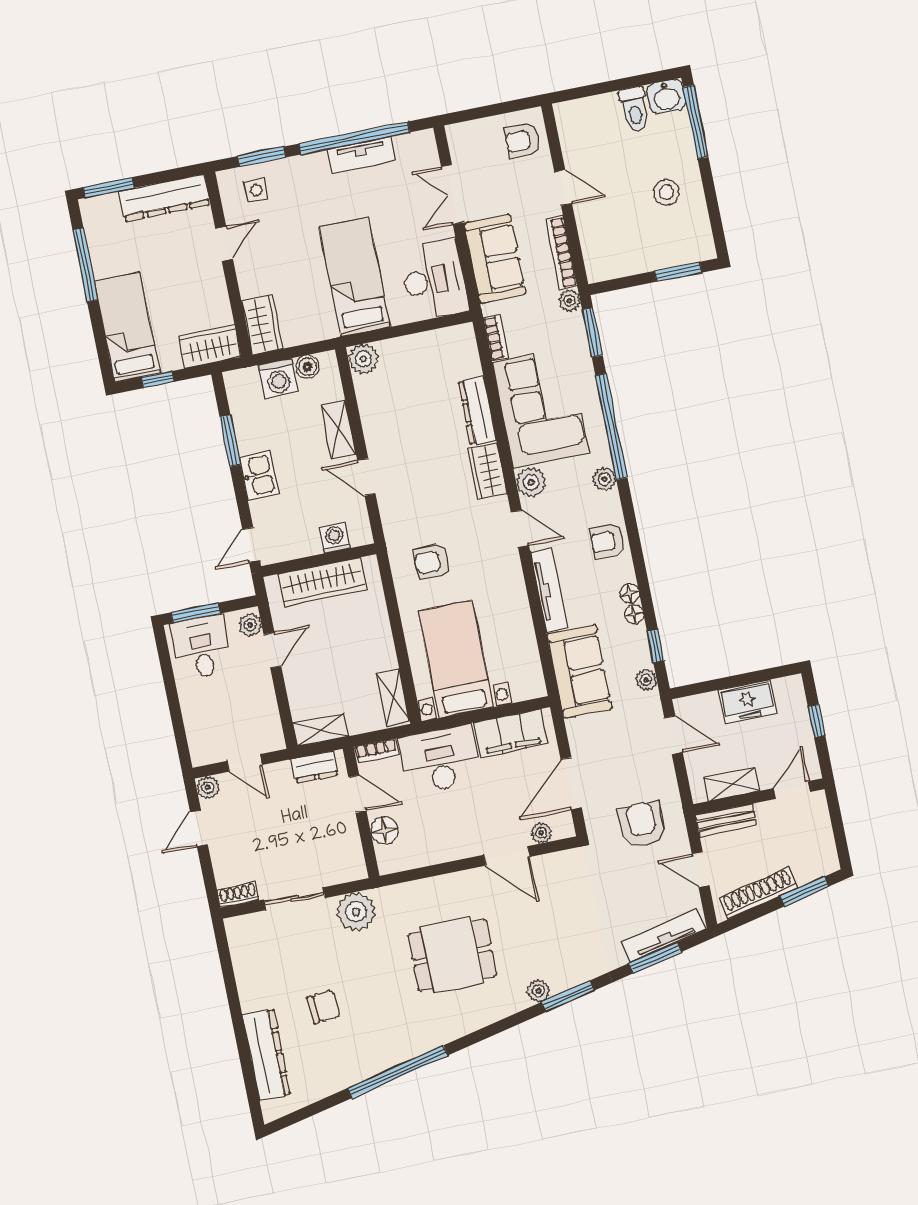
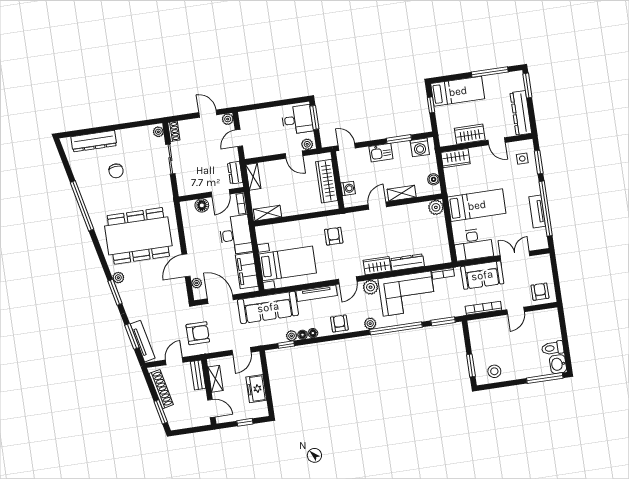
stool: (666, 192) -> (494, 371), moved
plant: (569, 301) -> (459, 311), removed
wardrobe: (210, 346) -> (470, 134), moved, turned -90
washing machine: (278, 378) -> (420, 147), moved, turned -90
bed with nightstands: (456, 659) -> (288, 263), moved
sofa: (580, 671) -> (268, 307), width x1.36
plant: (646, 680) -> (292, 336), moved
plant: (356, 912) -> (158, 132), moved, width x0.53, depth x0.53
dining table: (452, 955) -> (138, 236), width x1.88, depth x1.24

